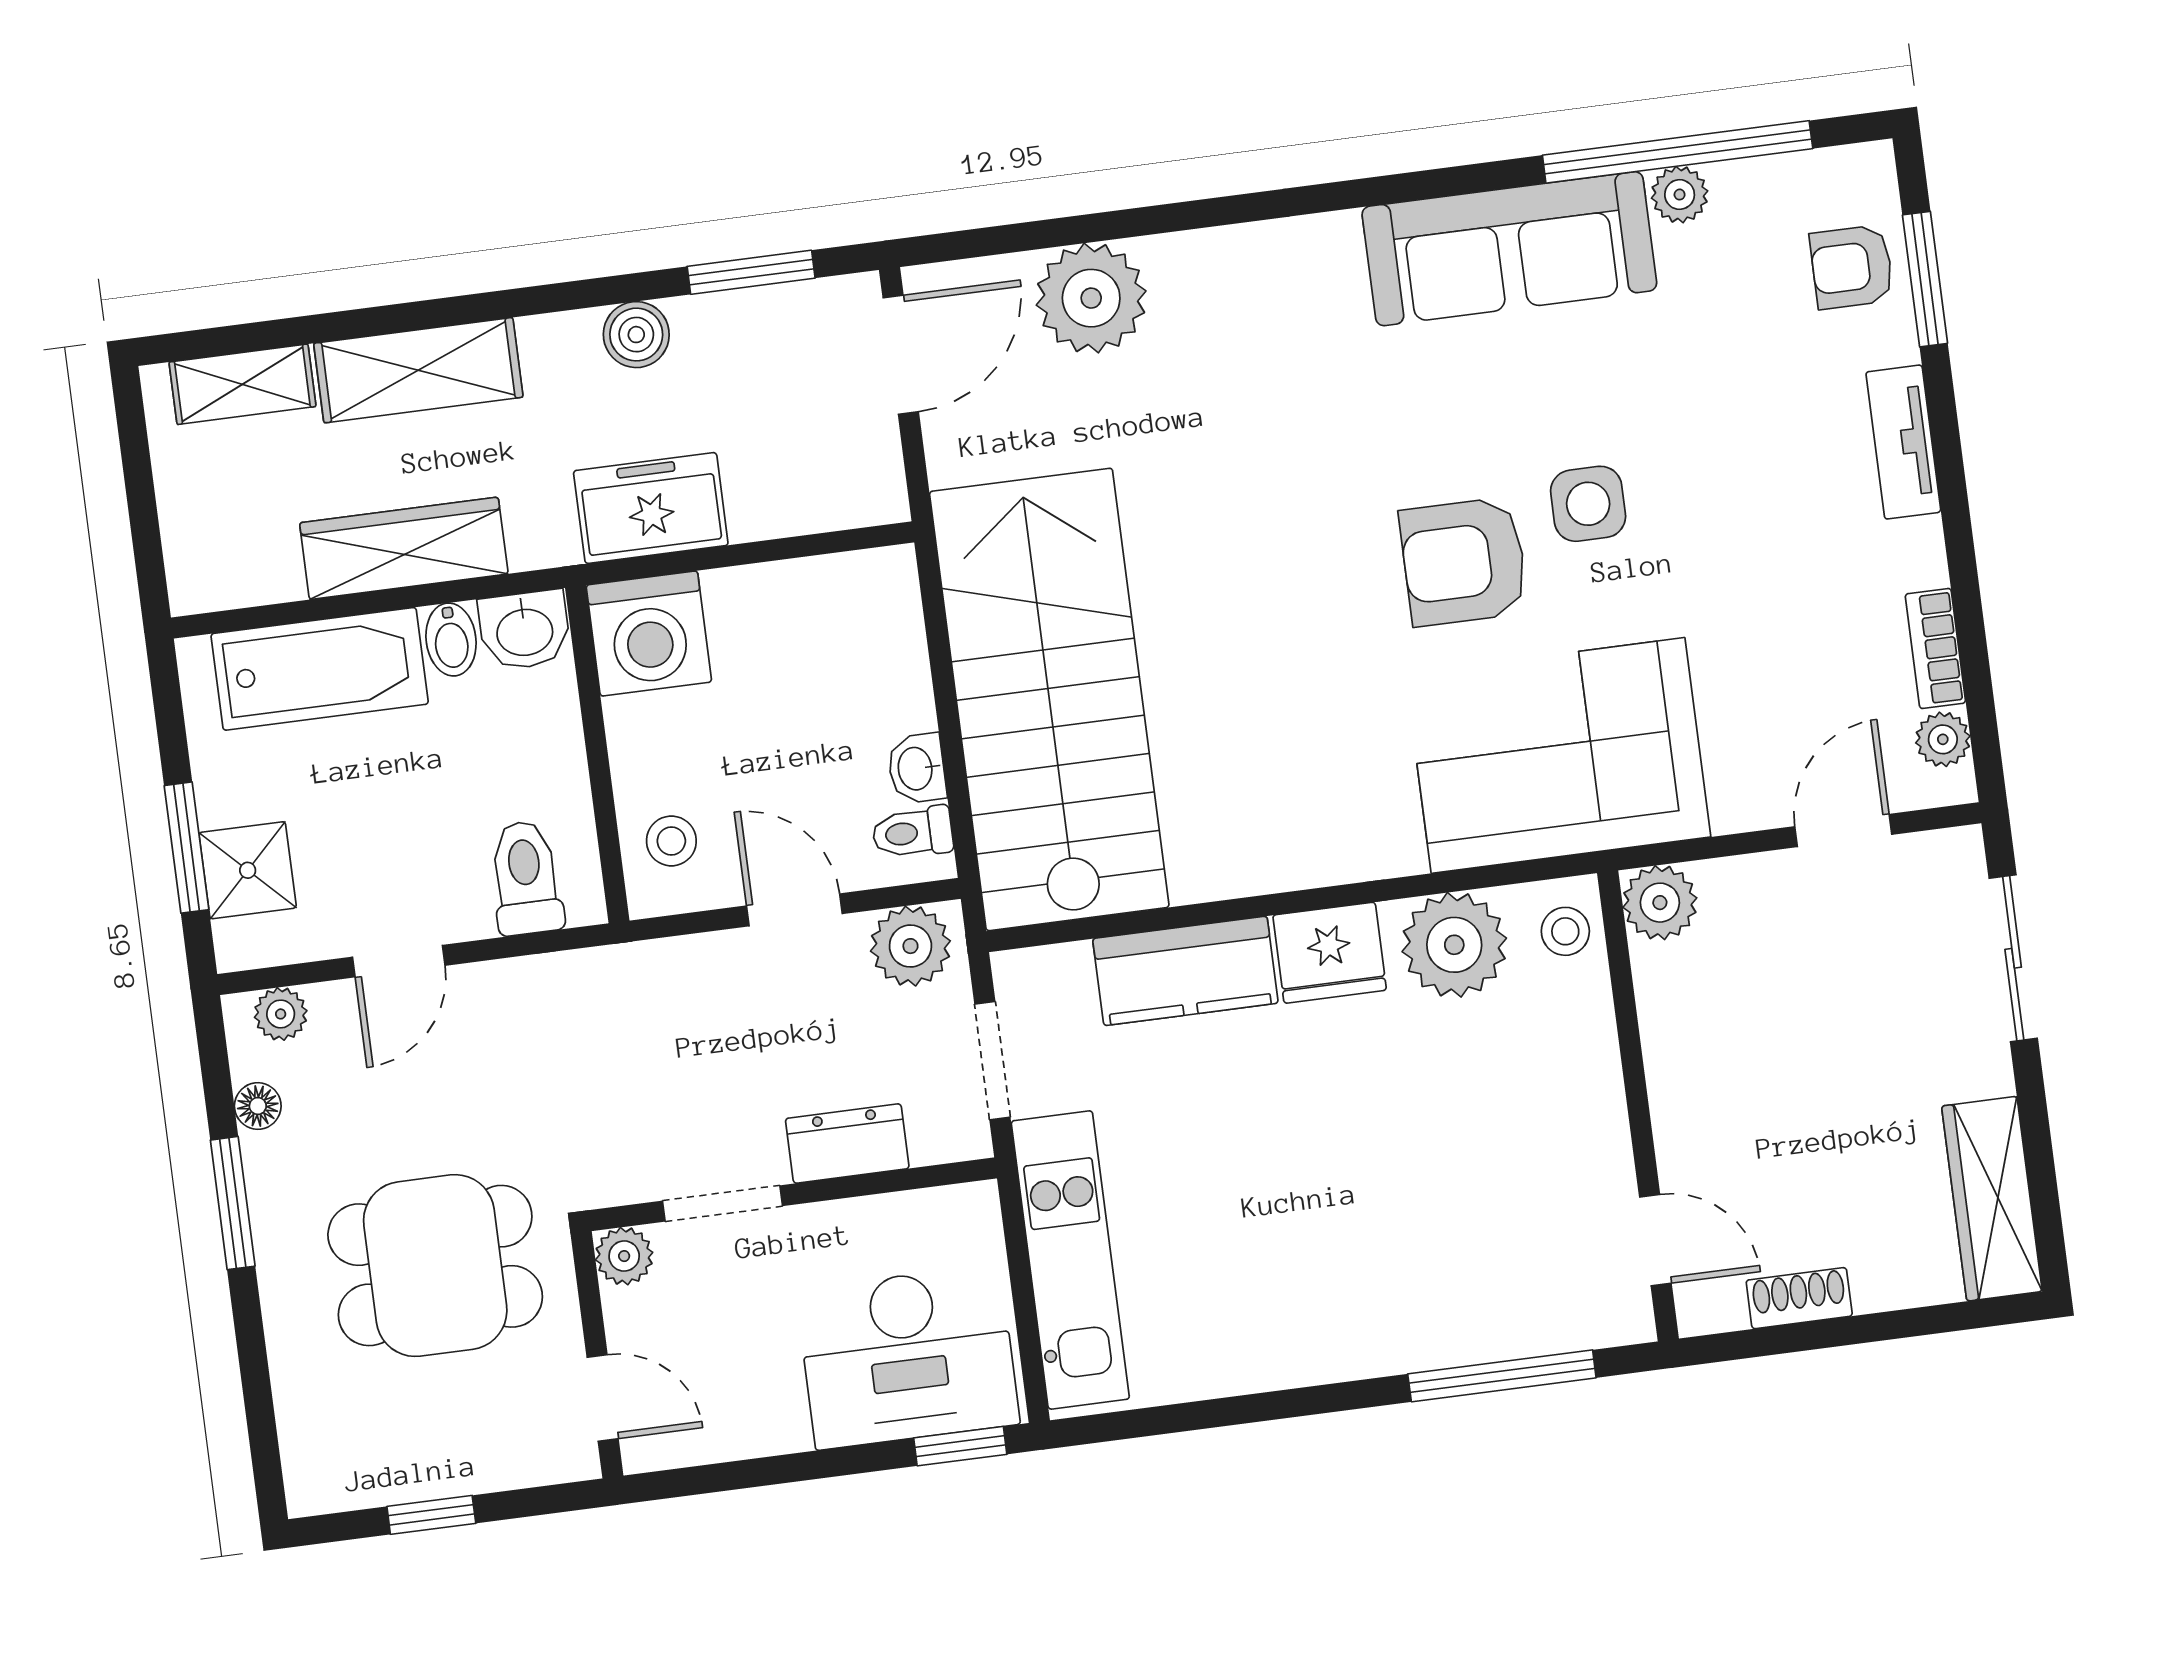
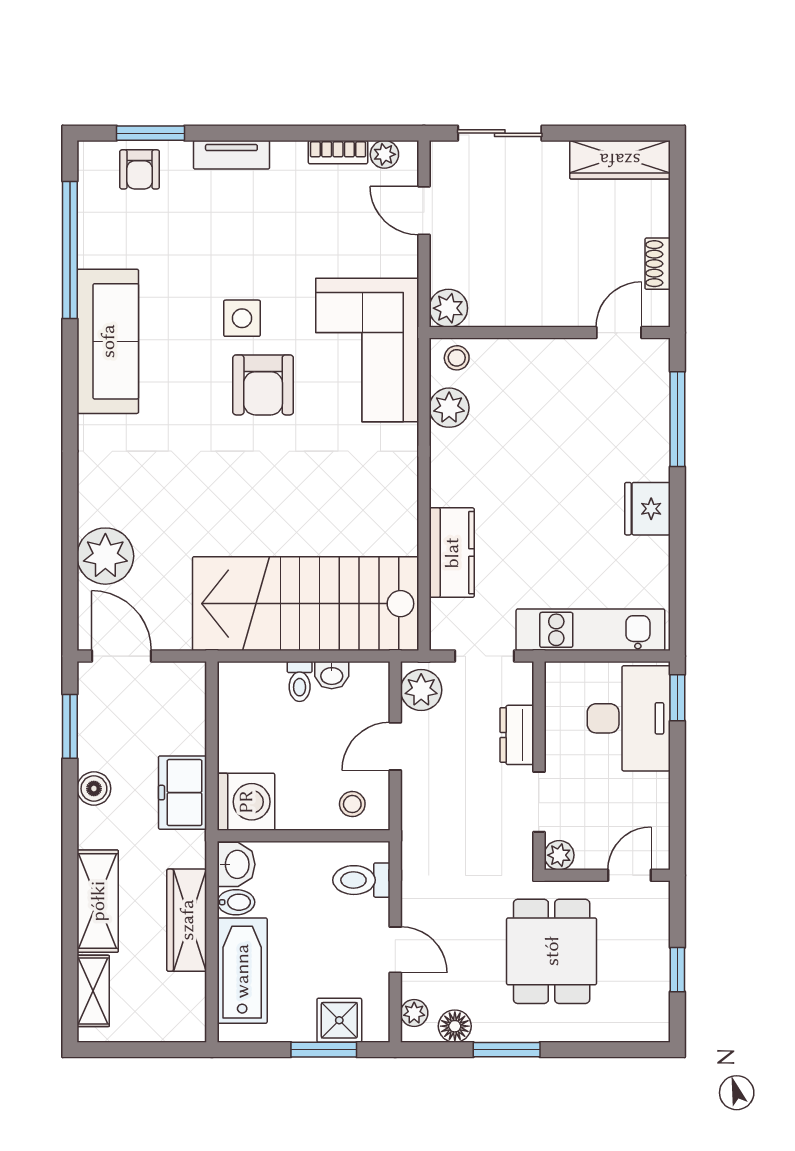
plant: (1680, 195) -> (92, 252), removed
toilet: (912, 833) -> (300, 682), moved
plant: (1454, 945) -> (449, 408), width x0.73, depth x0.73
fridge: (1330, 953) -> (647, 509), moved, turned 180
floor lamp: (258, 1106) -> (455, 1026), width x1.37, depth x1.37

